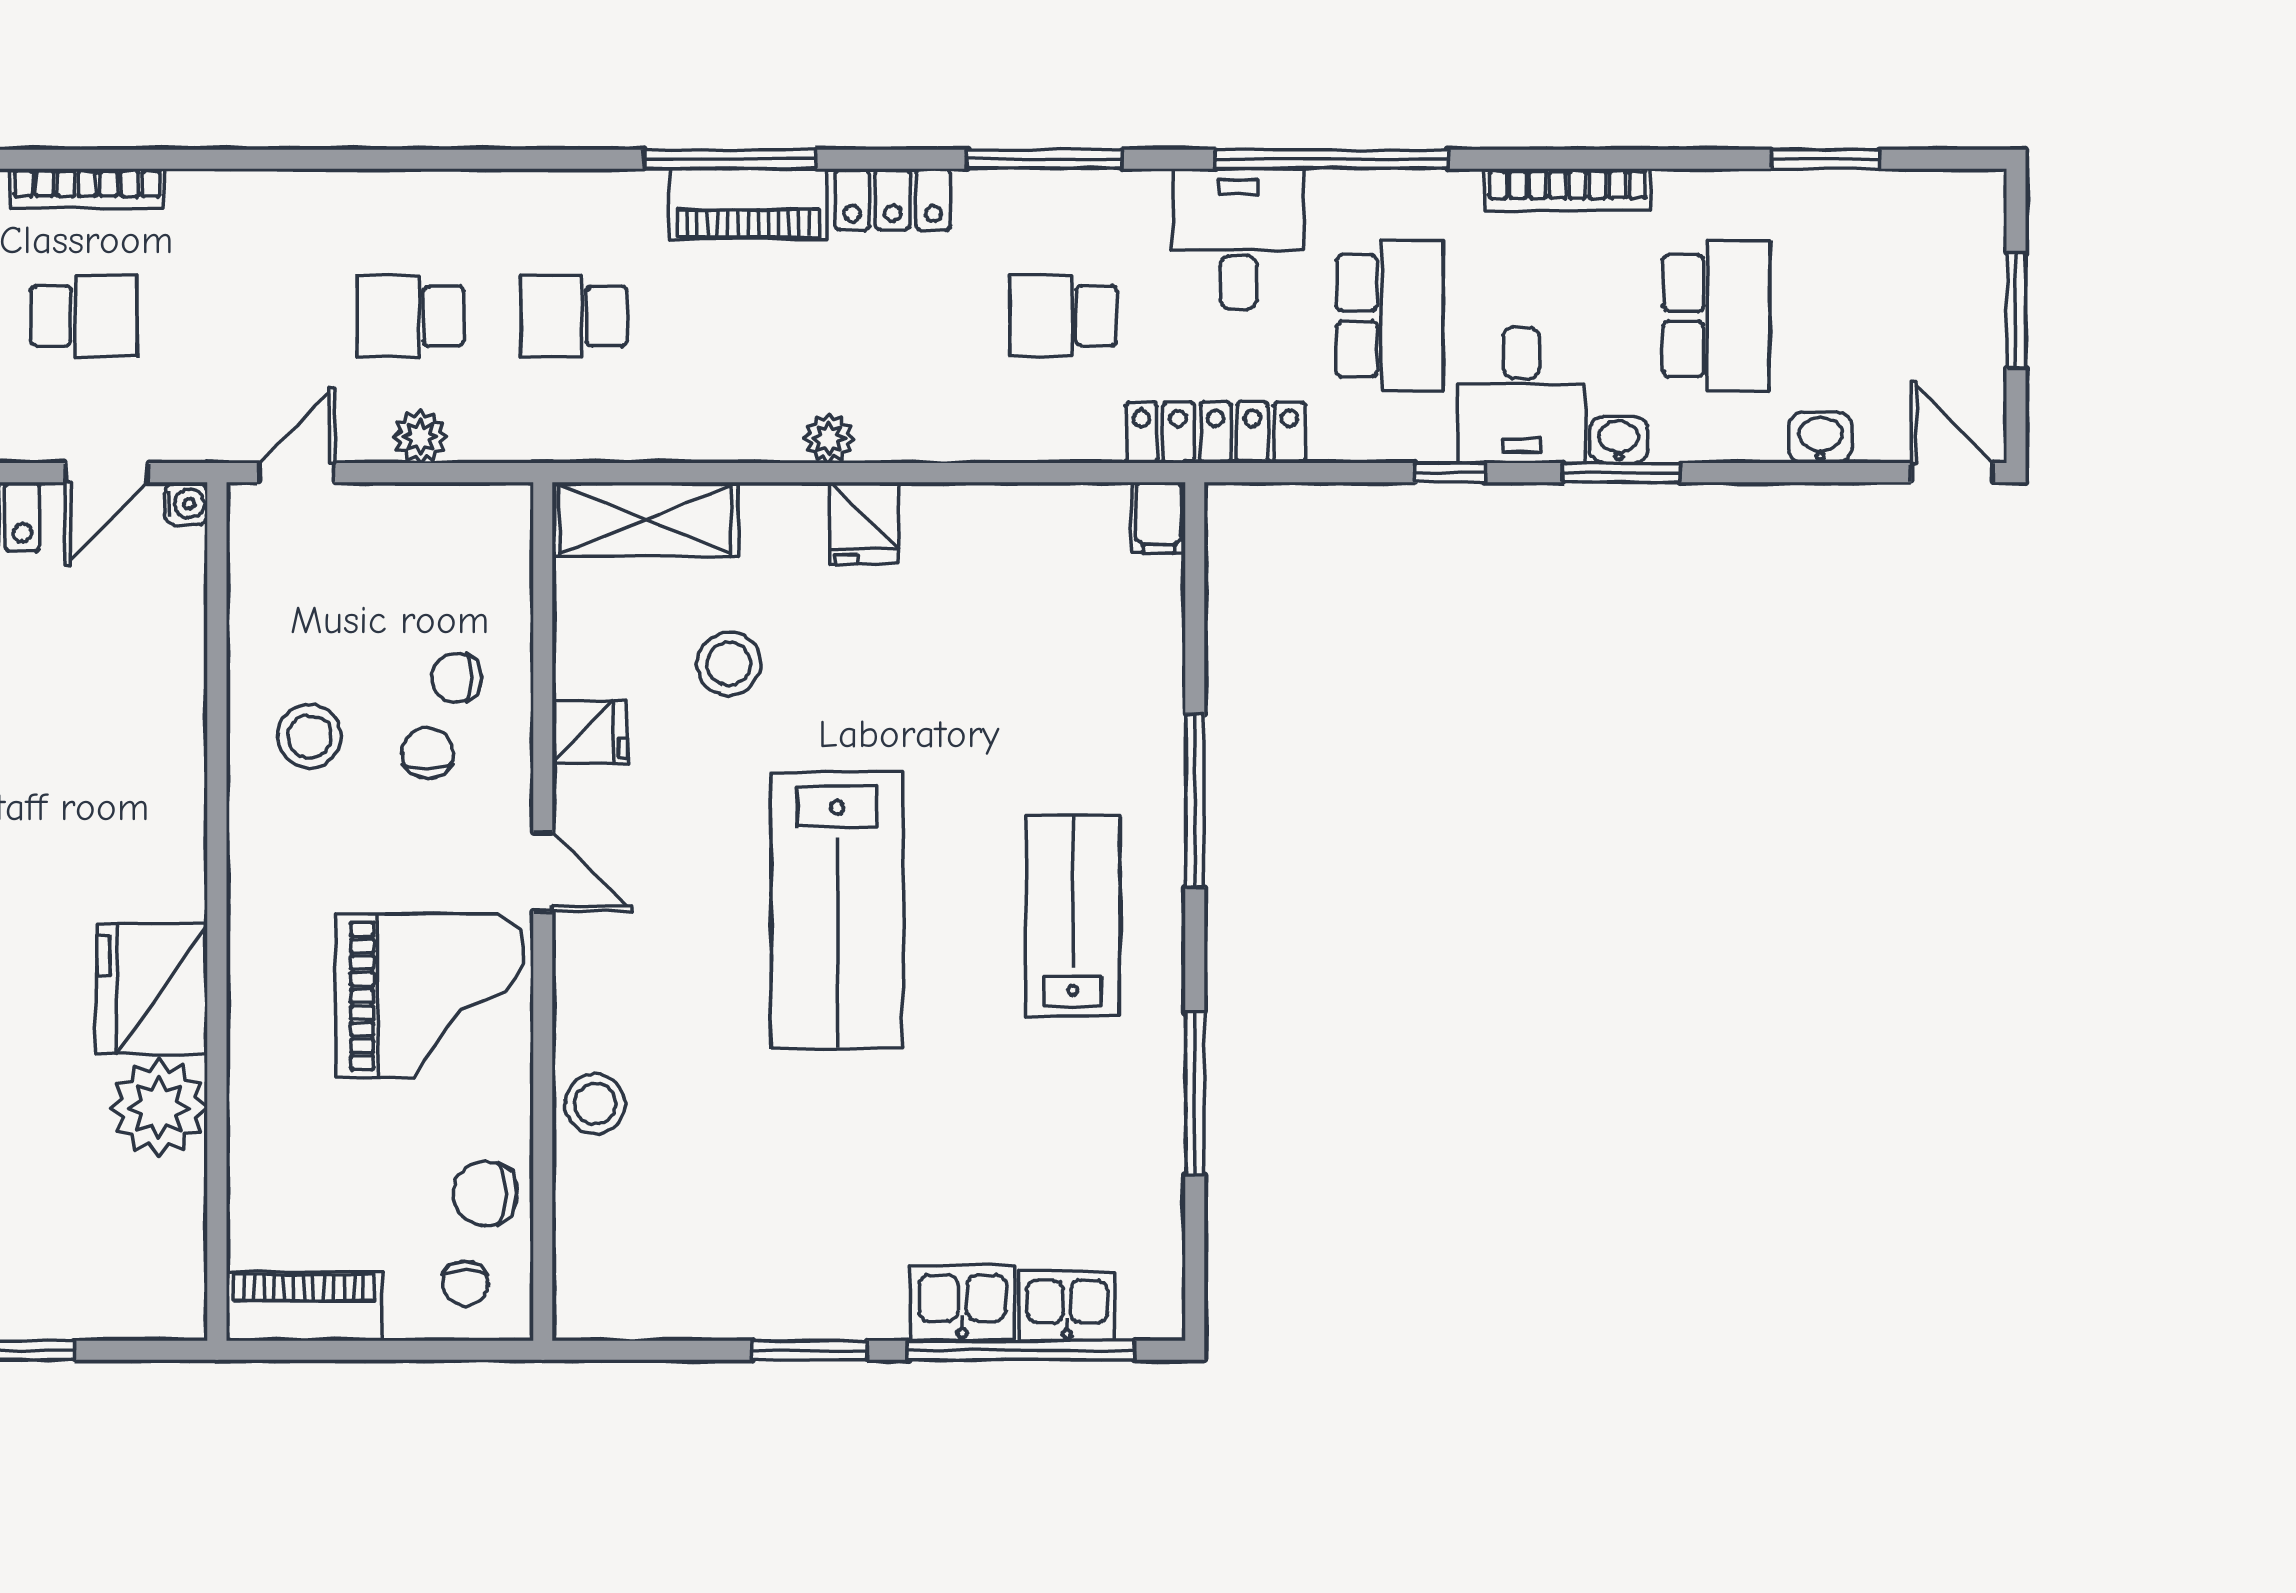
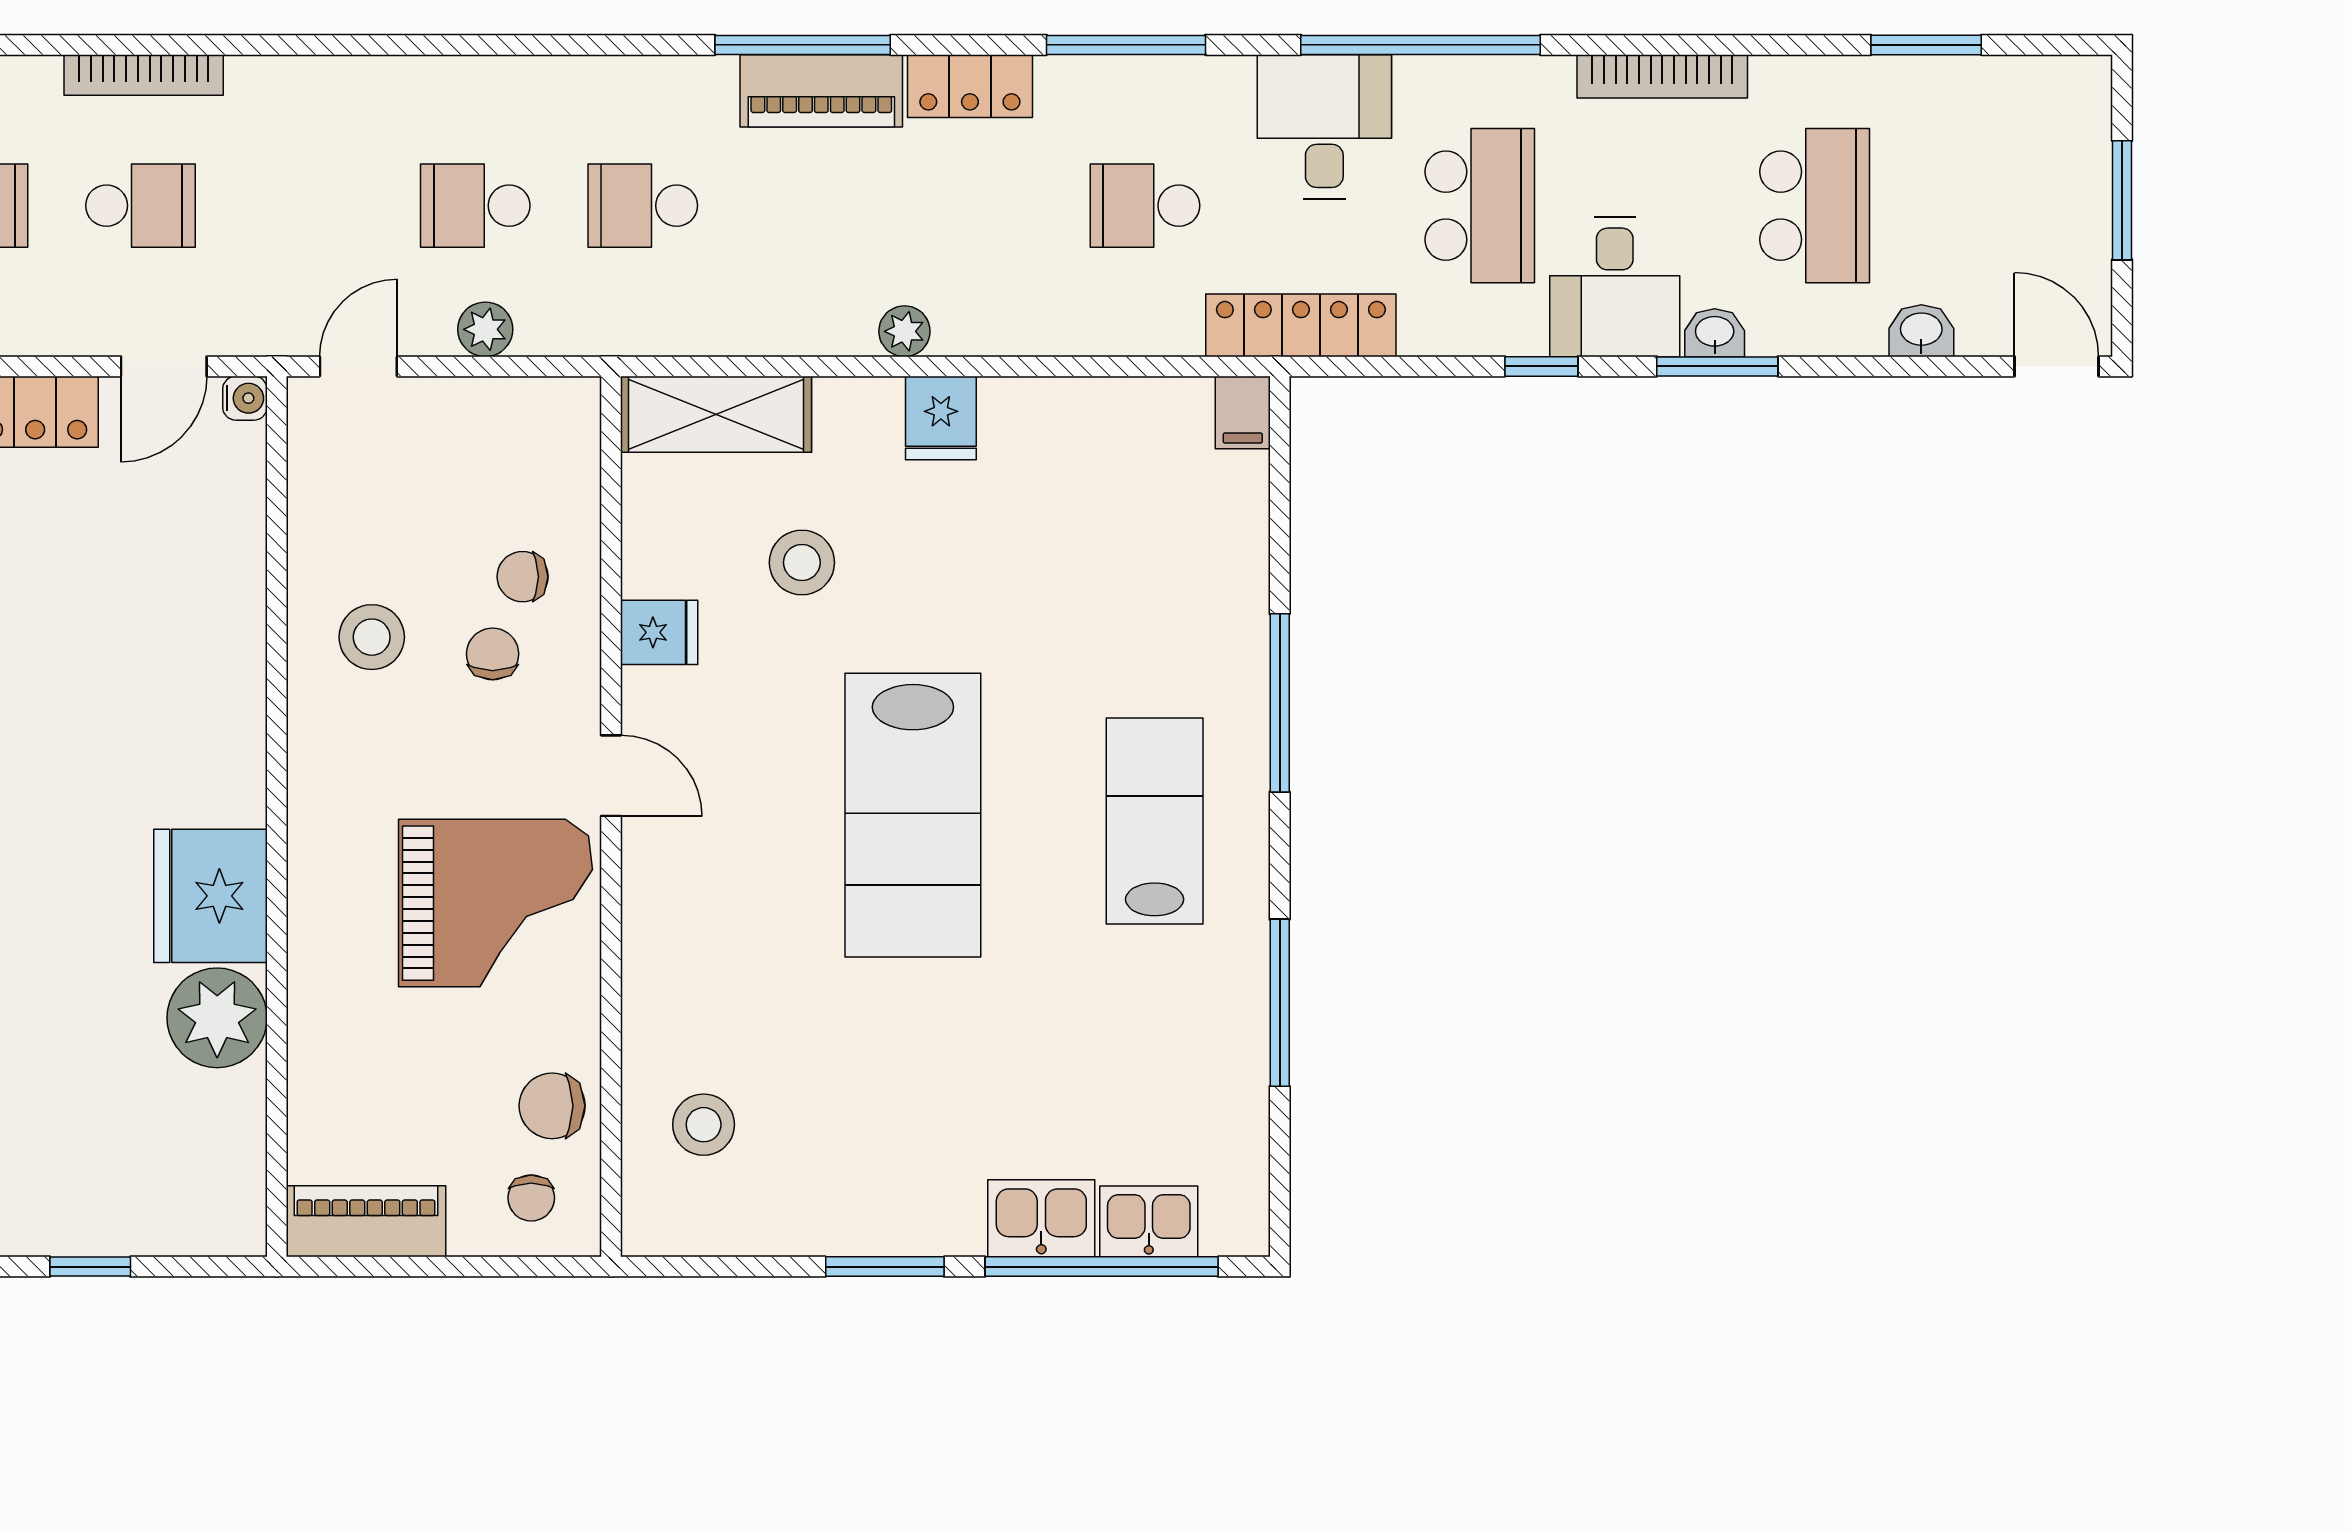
stool: (595, 1104) -> (704, 1125), moved

